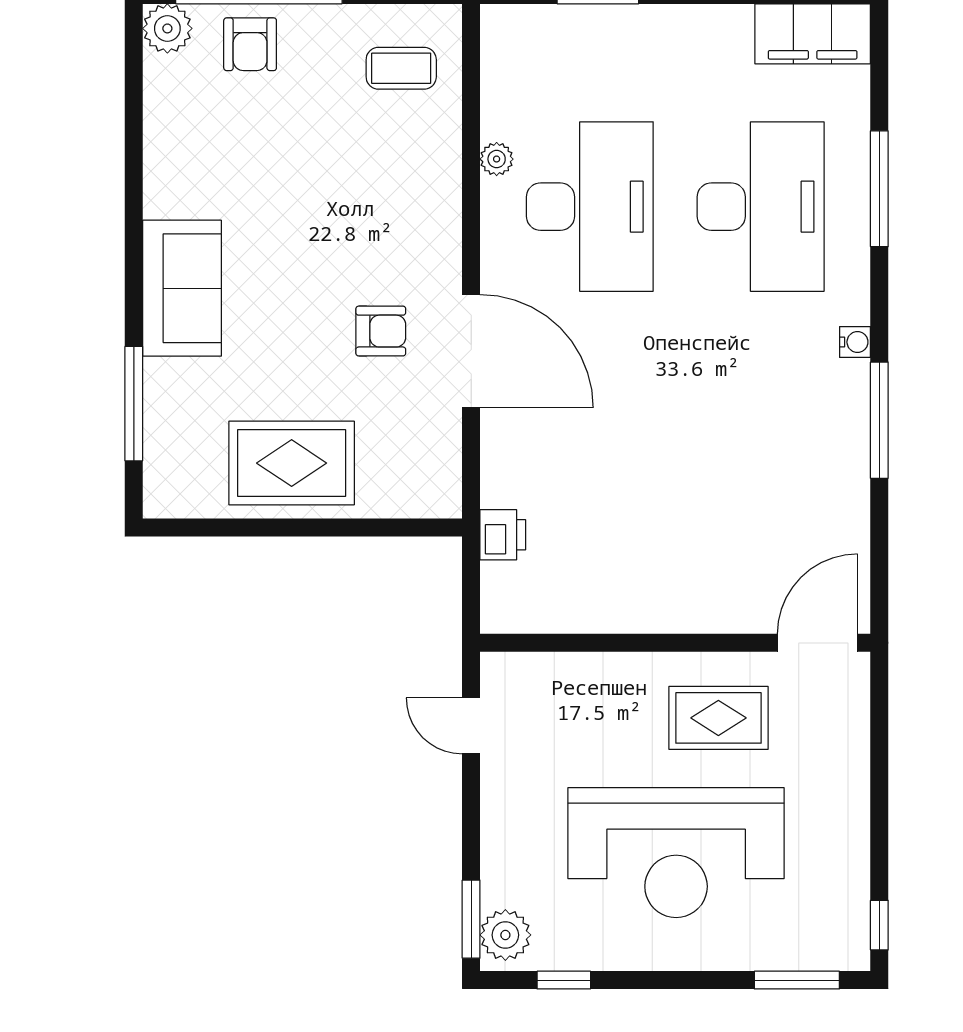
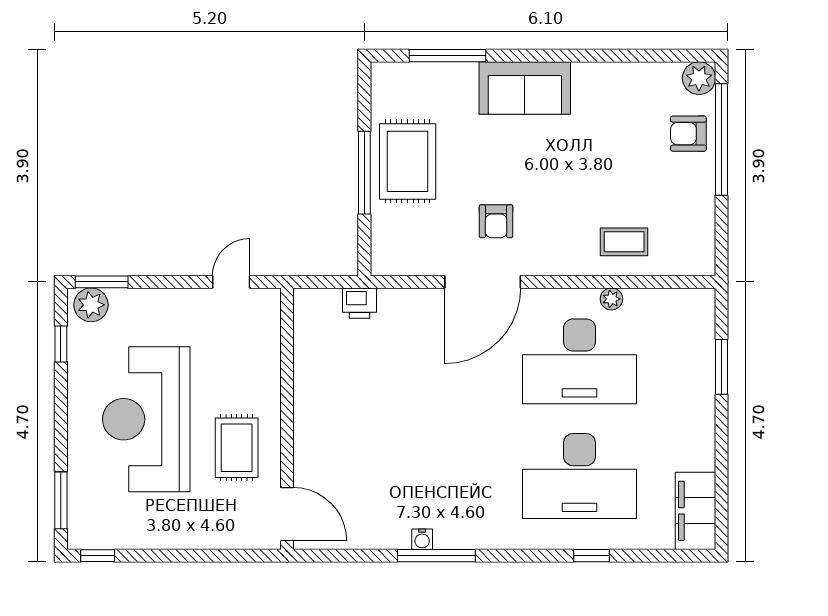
coffee table: (401, 68) -> (624, 242), moved, turned 90
window: (879, 189) -> (591, 556), width x0.46
water cooler: (855, 342) -> (422, 539), moved
window: (308, 527) -> (364, 173), added

